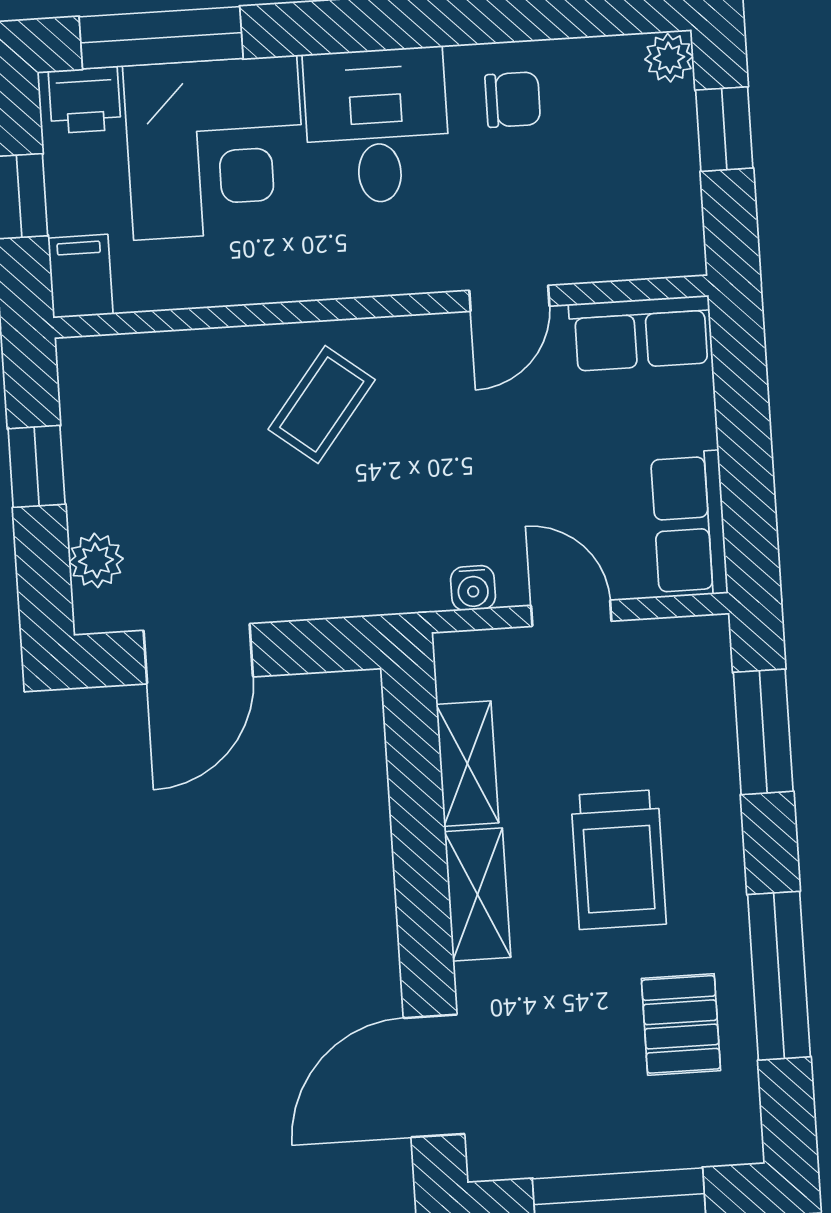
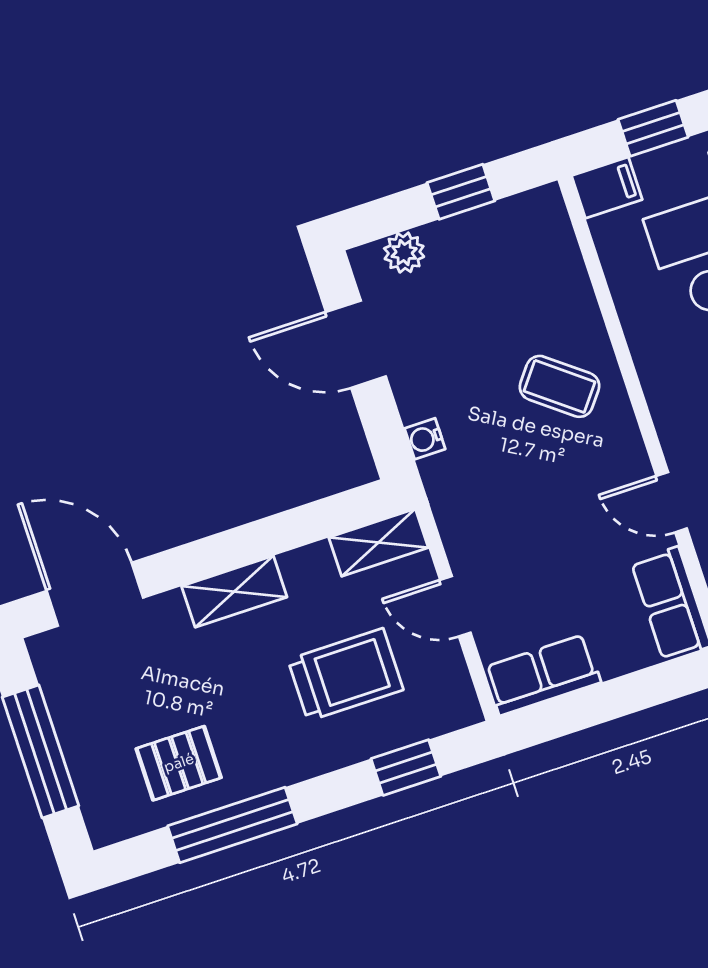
water cooler: (473, 588) -> (425, 439), moved
door: (571, 613) -> (455, 606), swing flipped
window: (763, 732) -> (406, 768), width x0.67
shelving: (467, 764) -> (379, 543), moved
trolley: (619, 860) -> (346, 675), moved, turned 180

